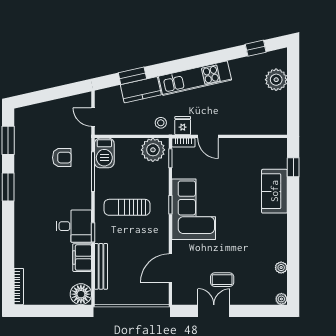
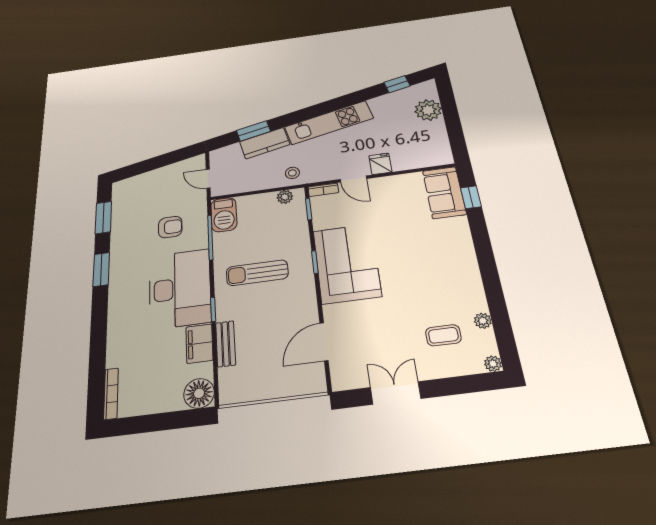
fridge: (183, 126) -> (380, 164), moved
plant: (153, 150) -> (285, 197), width x0.53, depth x0.53
sofa: (274, 191) -> (444, 192), moved
desk: (74, 226) -> (180, 288), width x1.87, depth x1.30
bench: (101, 266) -> (226, 344), width x0.73
coffee table: (222, 280) -> (443, 335), moved

